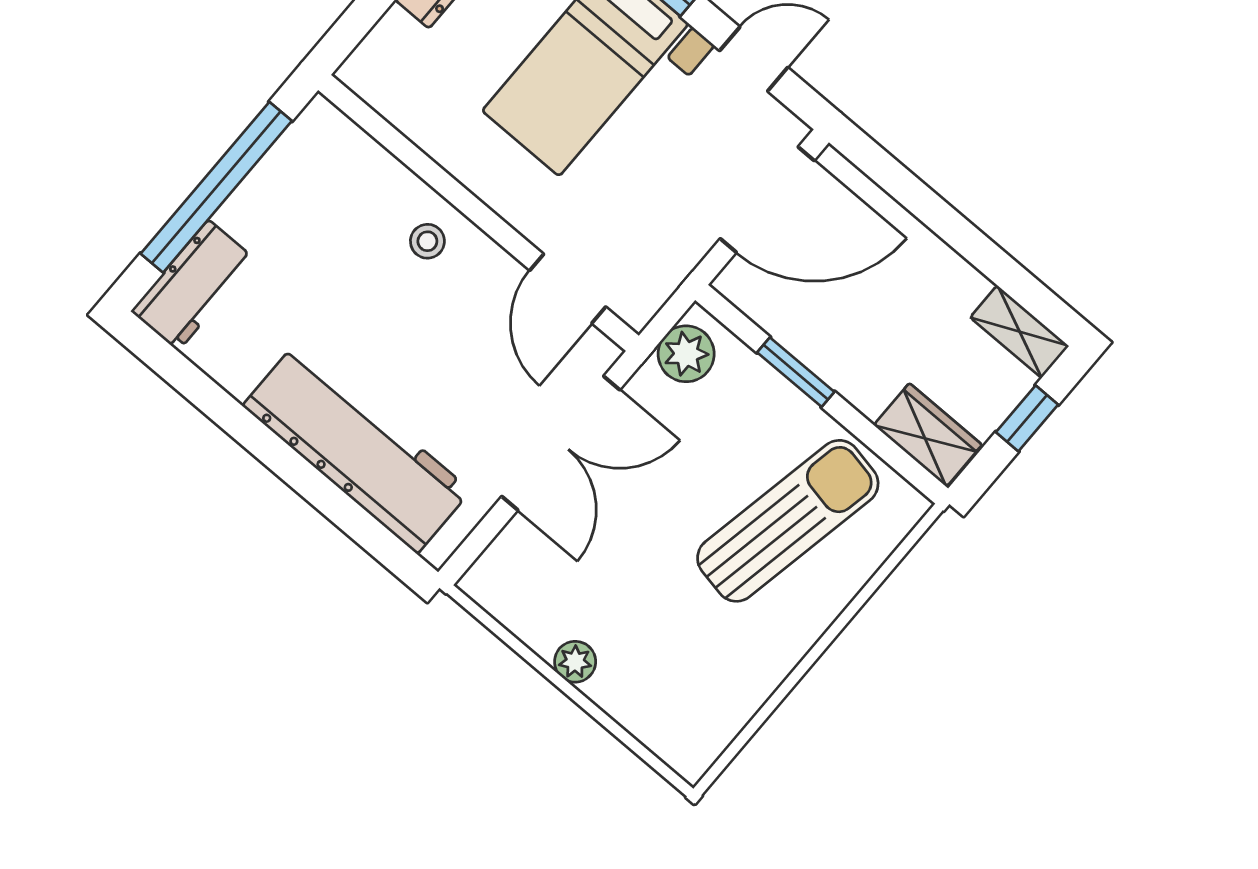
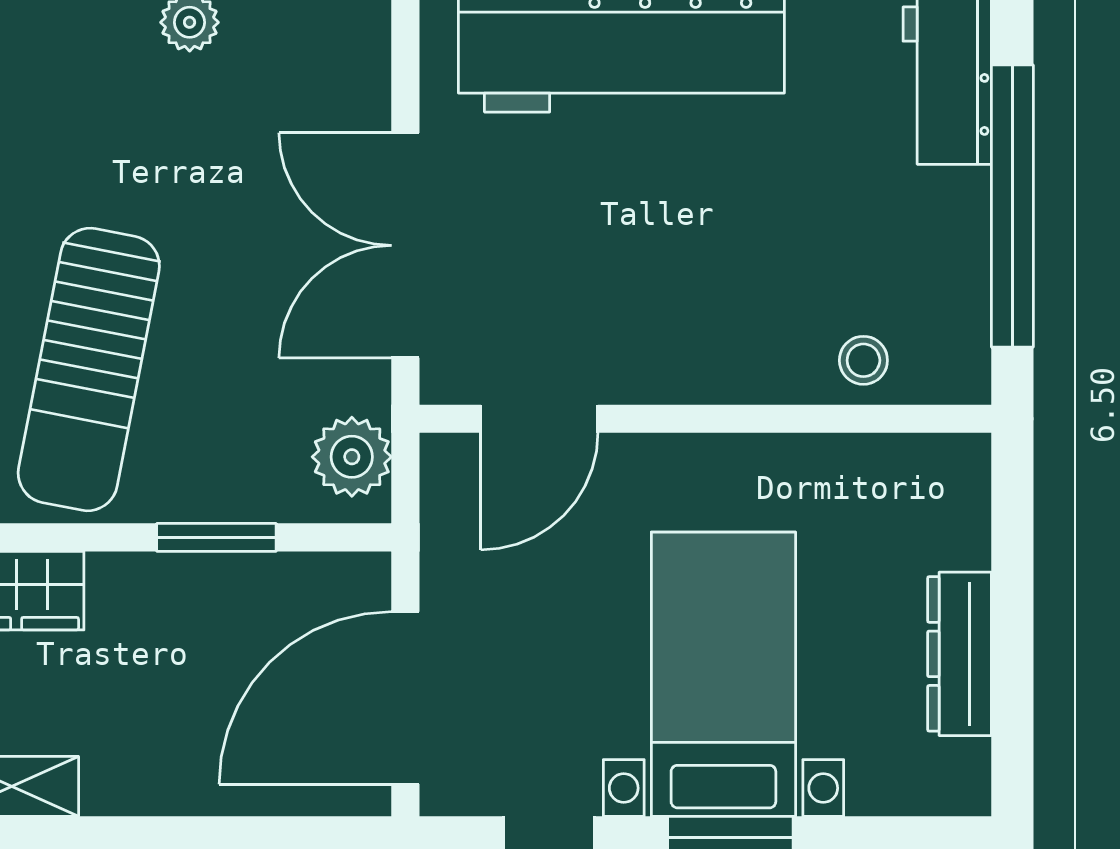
stool: (427, 241) -> (863, 360), moved
door: (568, 289) -> (539, 419), swing flipped

